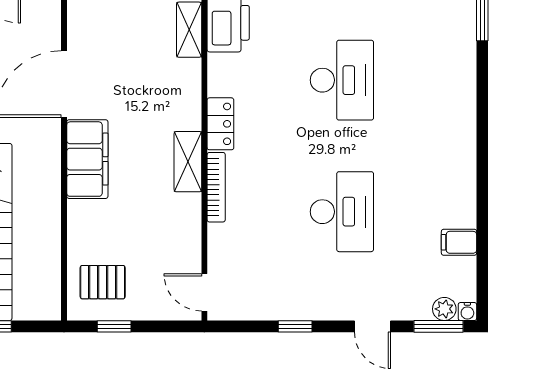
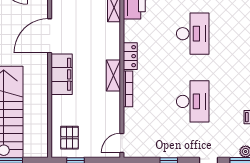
pallet: (103, 282) -> (70, 138), turned 90
door: (204, 292) -> (122, 143), hinge flipped

